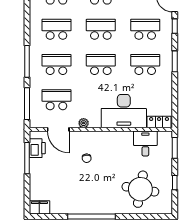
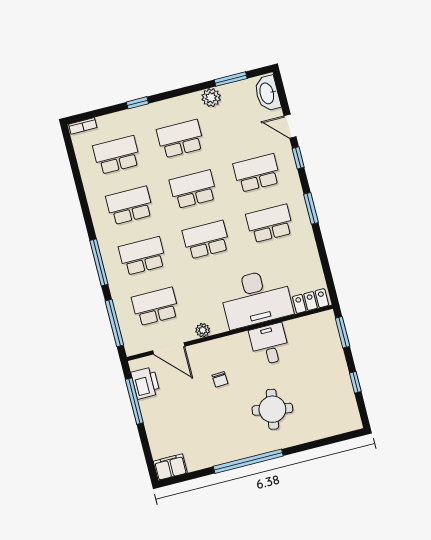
desk: (145, 143) -> (270, 344), moved
round table: (140, 189) -> (272, 409), moved, width x0.73, depth x0.73

